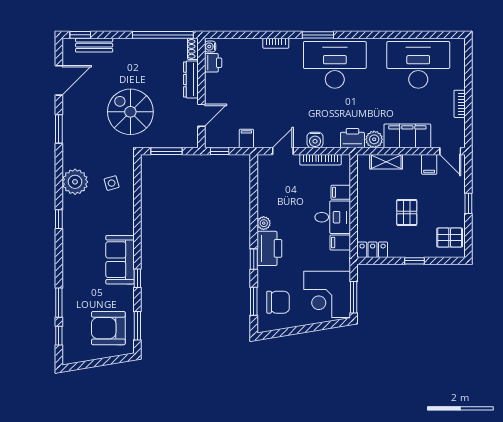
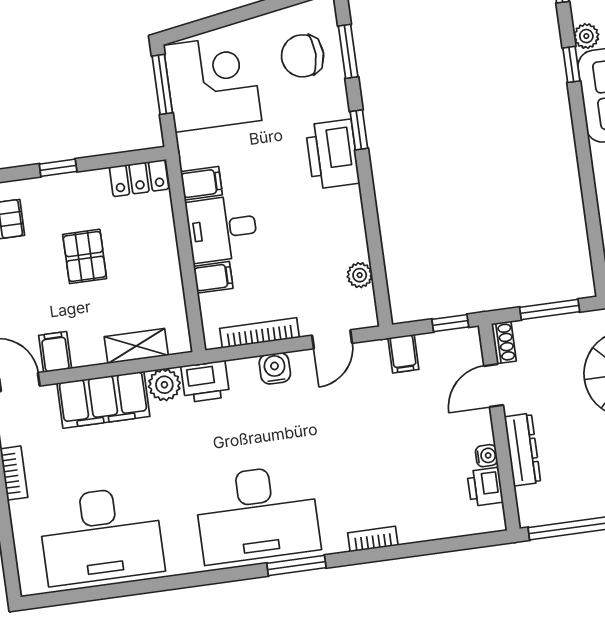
water cooler: (210, 47) -> (486, 456), moved
shoe rack: (193, 49) -> (504, 342), moved
plant: (264, 223) -> (360, 275), moved
plant: (127, 292) -> (586, 36), added

